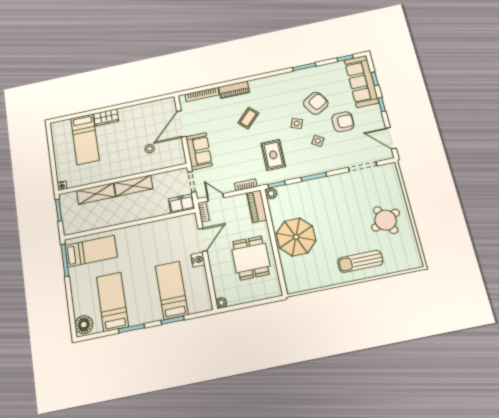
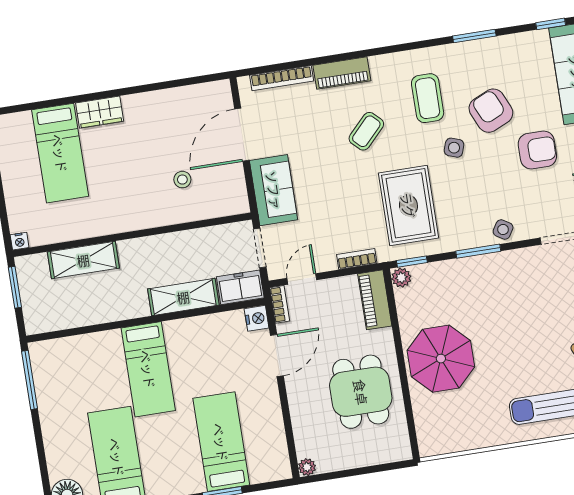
coffee table: (281, 99) -> (428, 98), added
armchair: (316, 103) -> (491, 111), turned -83
side table: (318, 141) -> (503, 230), moved
rug: (273, 155) -> (408, 205), width x1.36, depth x1.43
shelving: (134, 186) -> (183, 297), moved
door: (216, 197) -> (302, 279), hinge flipped
bed: (91, 251) -> (148, 369), moved, turned 90
nightstand: (198, 260) -> (257, 318), moved

